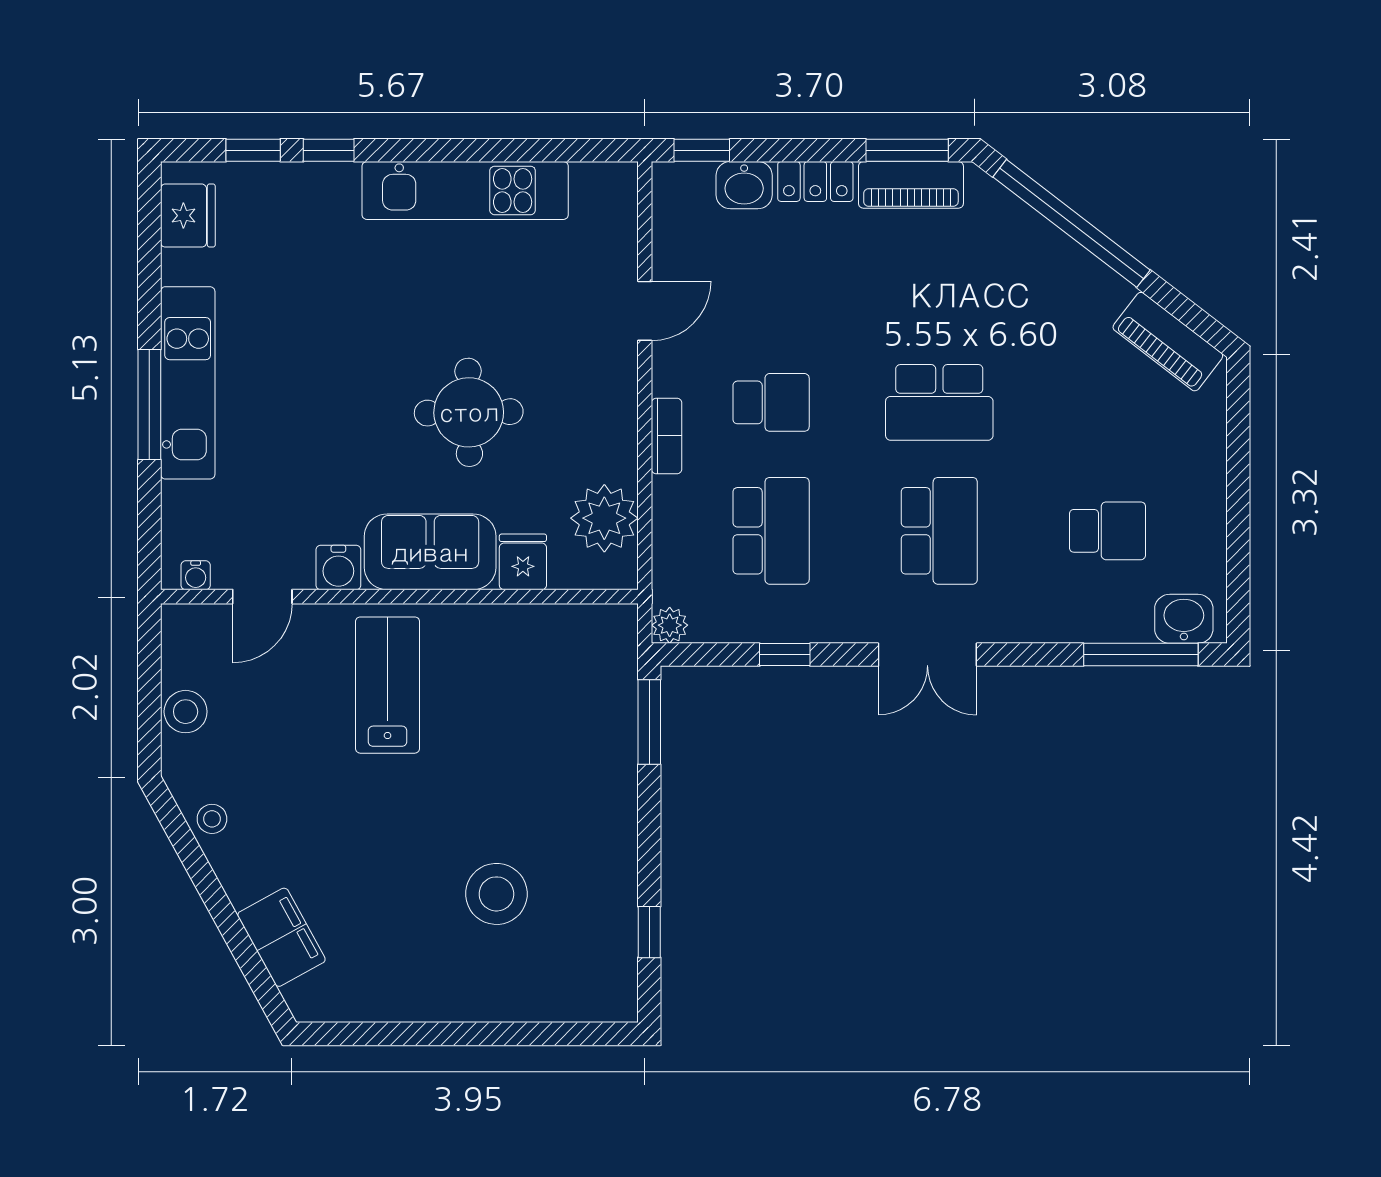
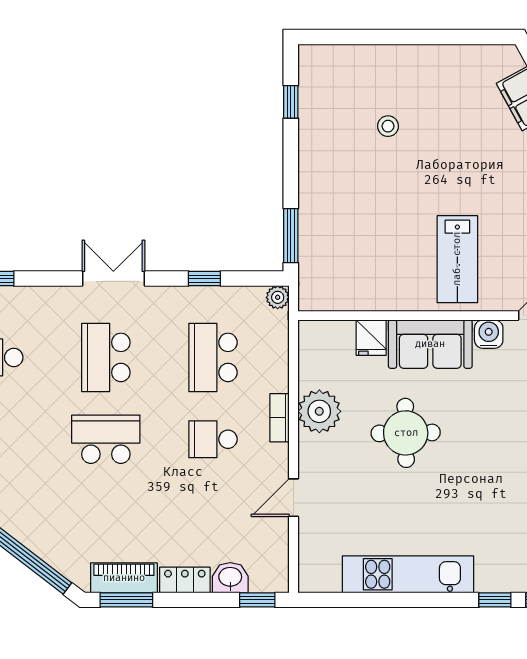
plant: (604, 518) -> (319, 411), moved
stool: (496, 894) -> (388, 126), width x0.53, depth x0.53

